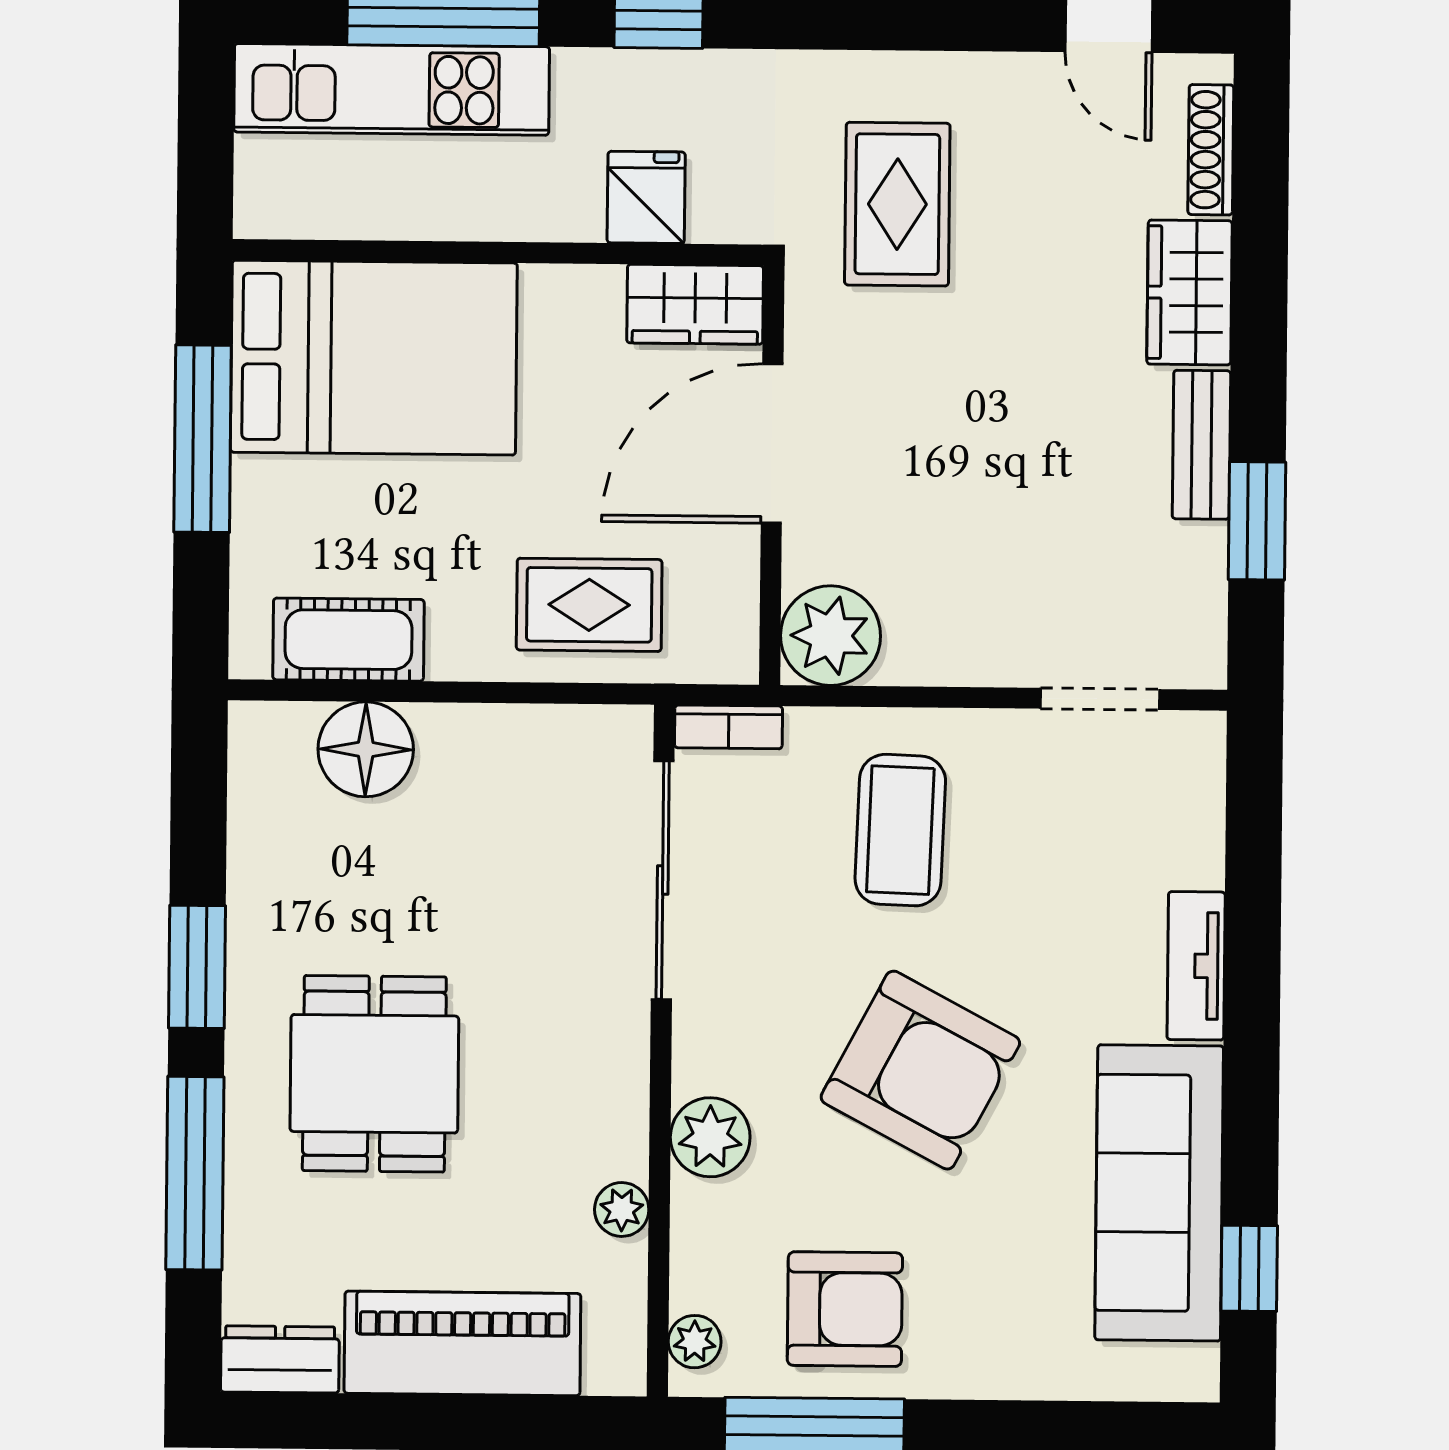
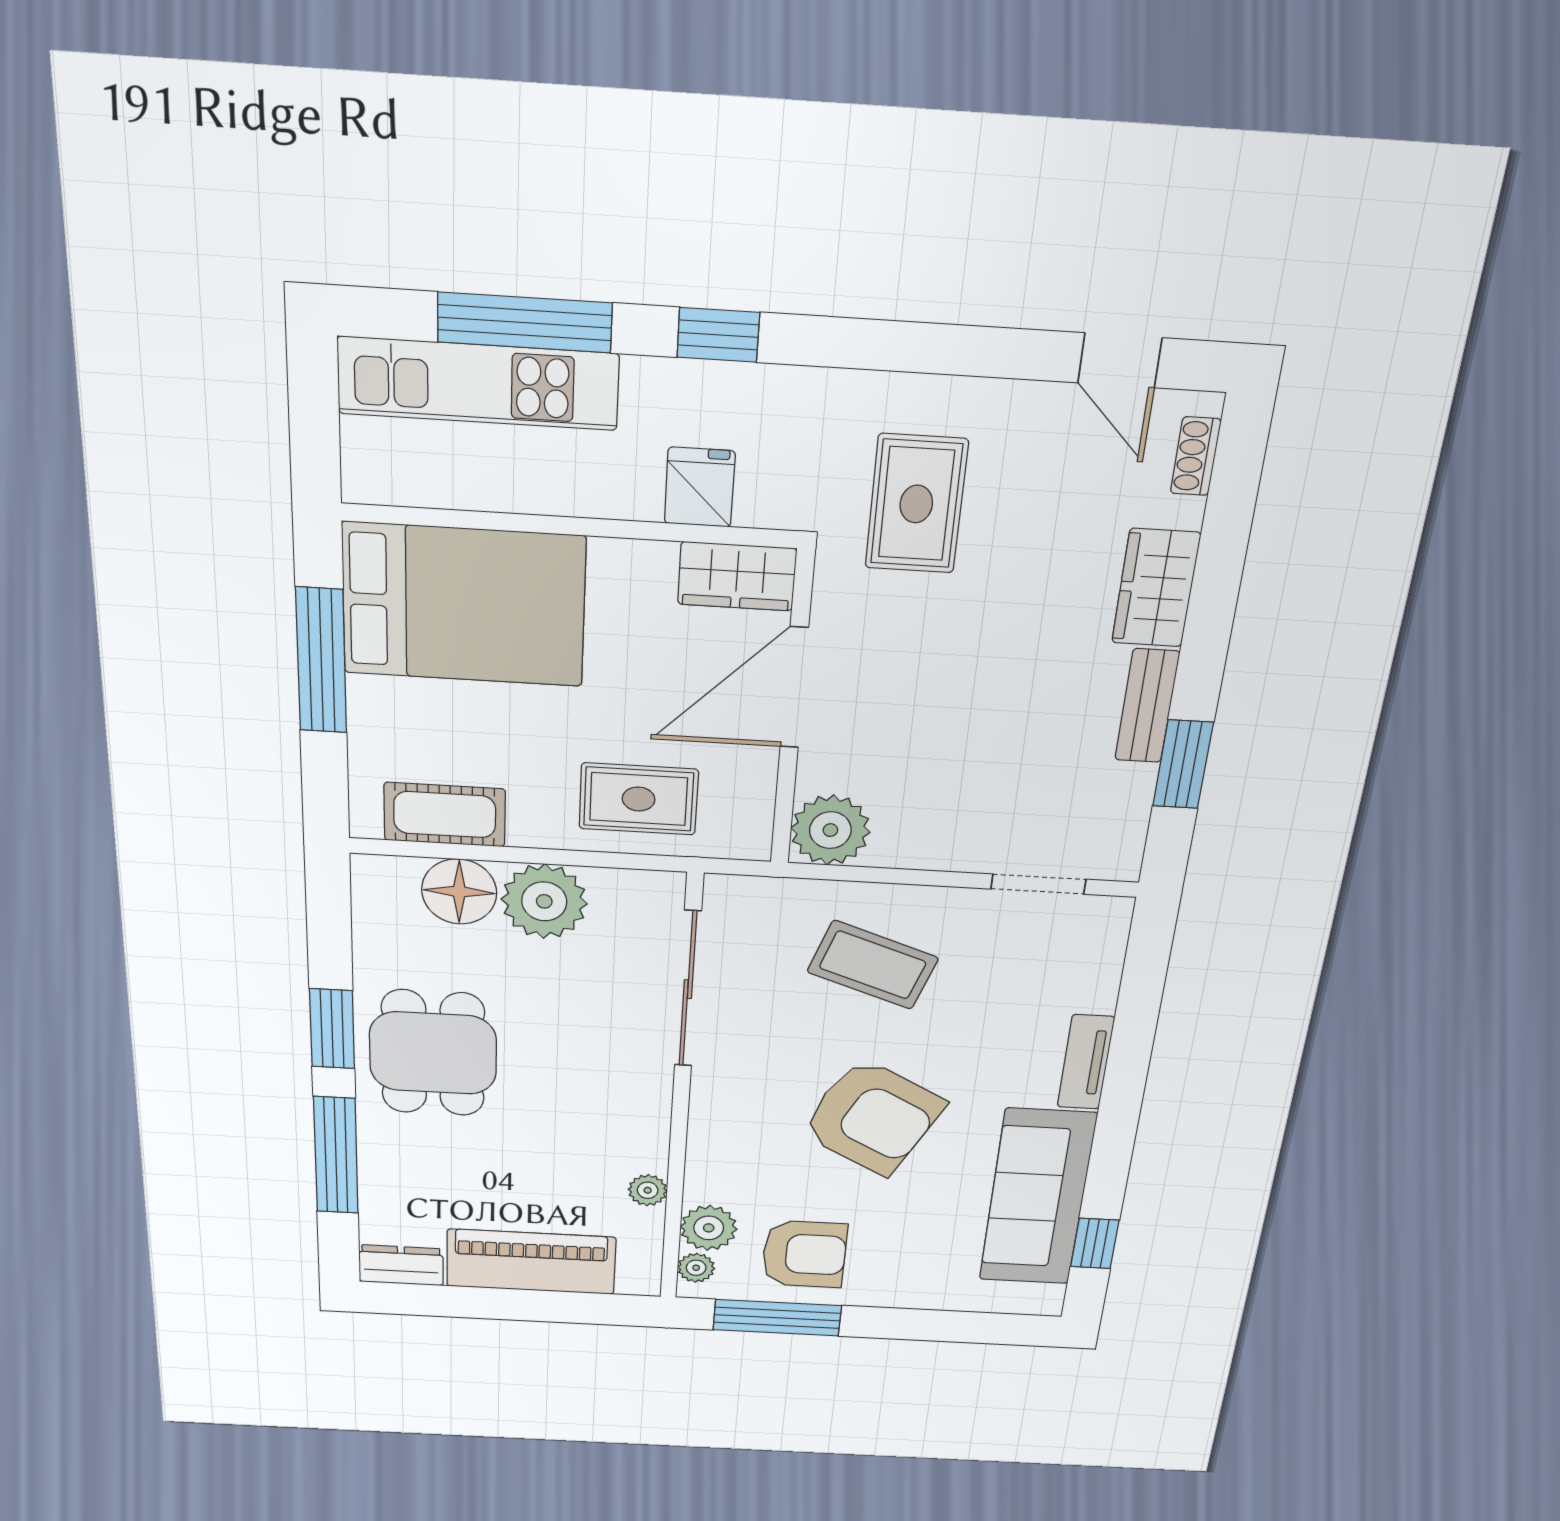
shoe rack: (1211, 150) -> (1196, 456), width x0.70
bookcase: (728, 727) -> (745, 890), removed
plant: (474, 758) -> (544, 901), added
coffee table: (900, 830) -> (873, 965), turned -73
dining table: (374, 1074) -> (433, 1053), moved
plant: (710, 1137) -> (709, 1228), moved

